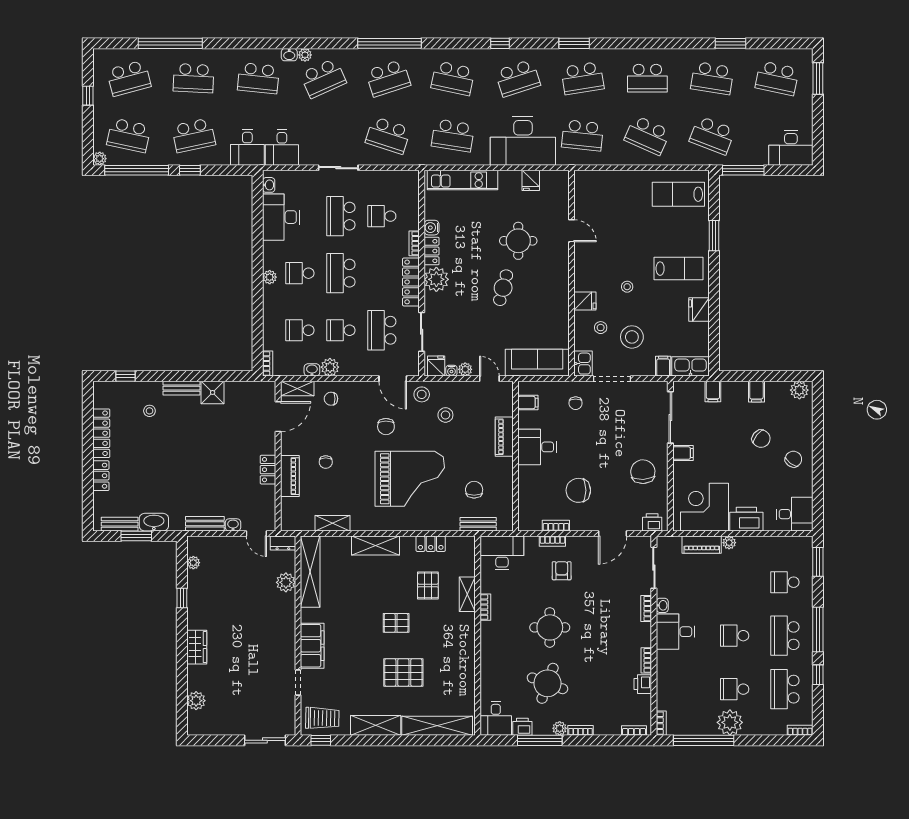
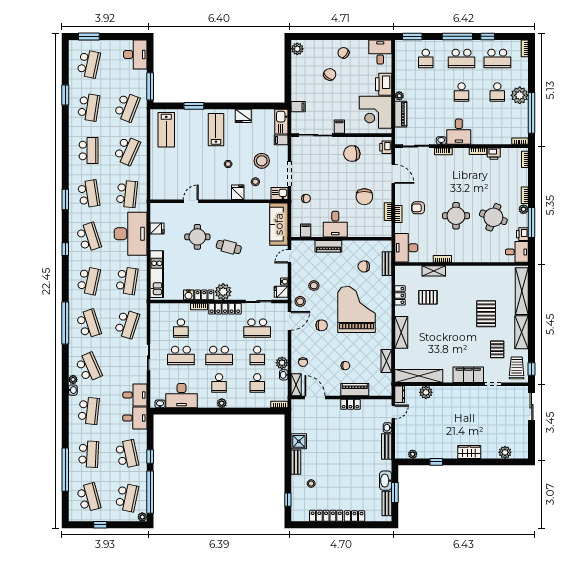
plant: (465, 369) -> (283, 272), removed
filing cabinet: (756, 392) -> (298, 78), removed
pallet: (396, 623) -> (497, 349), moved

